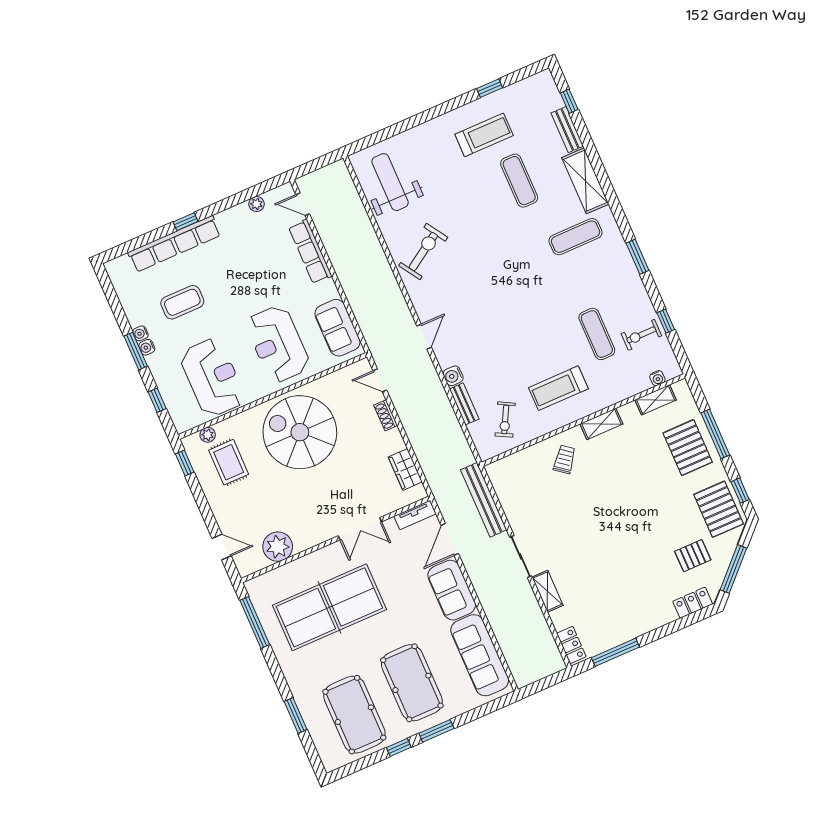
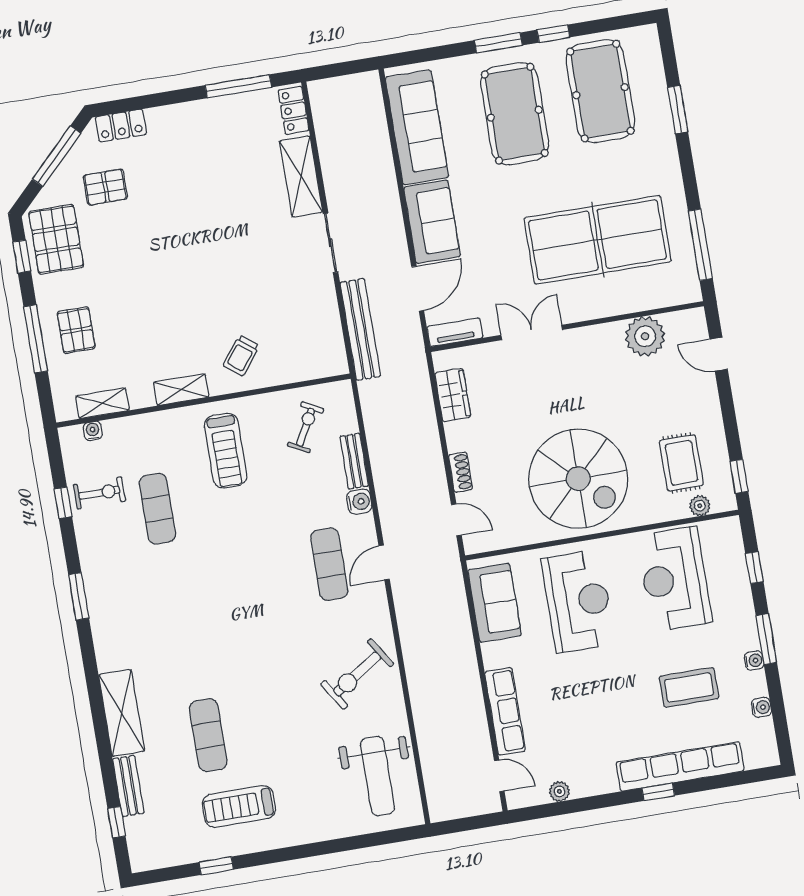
exercise mat: (576, 237) -> (329, 564), moved, turned 90
water cooler: (147, 347) -> (762, 707), moved
treadmill: (558, 388) -> (226, 451), turned 90
pallet: (688, 448) -> (76, 330), width x0.67, depth x0.71
shelving: (547, 591) -> (301, 177), width x1.50, depth x1.33

